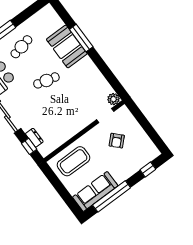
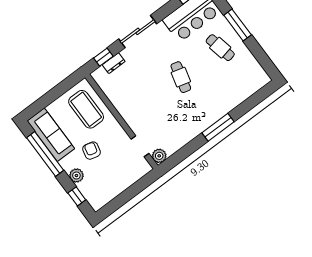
window: (81, 38) -> (218, 127), moved
booth: (67, 47) -> (221, 101), removed
armchair: (117, 141) -> (92, 151), moved, turned 58
plant: (130, 170) -> (76, 176), added

